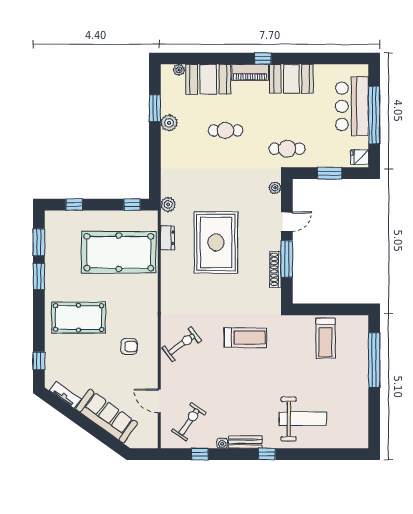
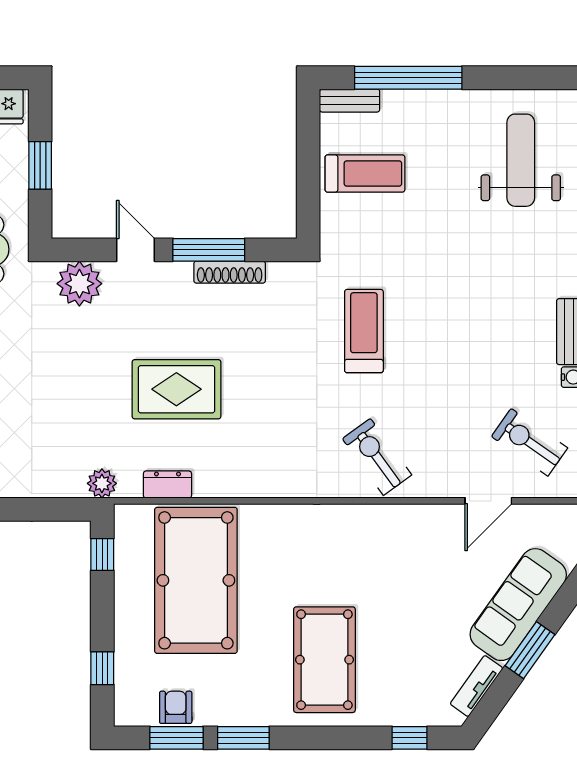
plant: (275, 188) -> (79, 284), width x1.88, depth x1.88
rug: (216, 242) -> (176, 389), width x0.73, depth x0.69
bench: (363, 330) -> (350, 101), added
armchair: (129, 346) -> (176, 707), moved
weight bench: (303, 419) -> (521, 160), moved
window: (83, 422) -> (530, 650), added

